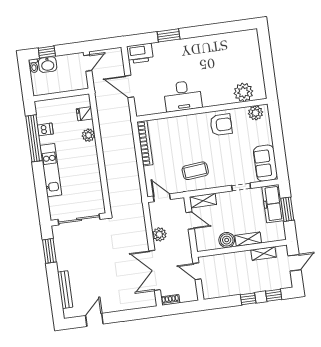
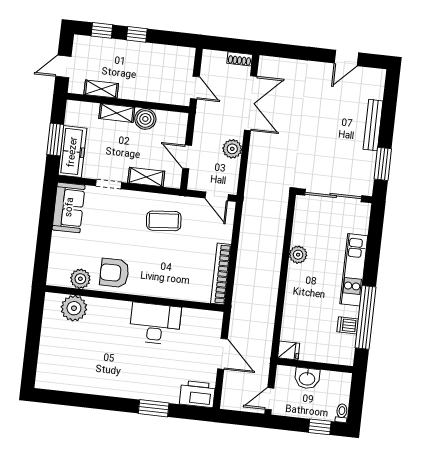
washbasin: (48, 65) -> (307, 378), moved, turned 180
plant: (255, 113) -> (80, 279), moved
fridge: (85, 114) -> (289, 351), moved
plant: (88, 135) -> (298, 255), moved
shelving: (203, 201) -> (146, 177), moved
bench: (65, 290) -> (373, 125), moved

